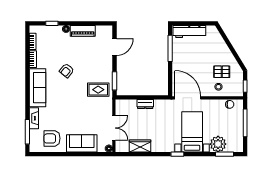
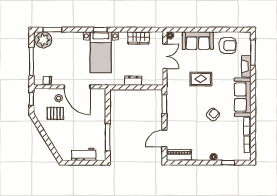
piano: (83, 31) -> (179, 155), moved
workbench: (189, 32) -> (84, 154), width x0.73
rug: (98, 90) -> (201, 79), moved
door: (188, 98) -> (77, 87), moved
double door: (114, 128) -> (165, 56), swing flipped
bed with nightstands: (192, 132) -> (101, 52), moved
plant: (218, 144) -> (43, 40), moved

